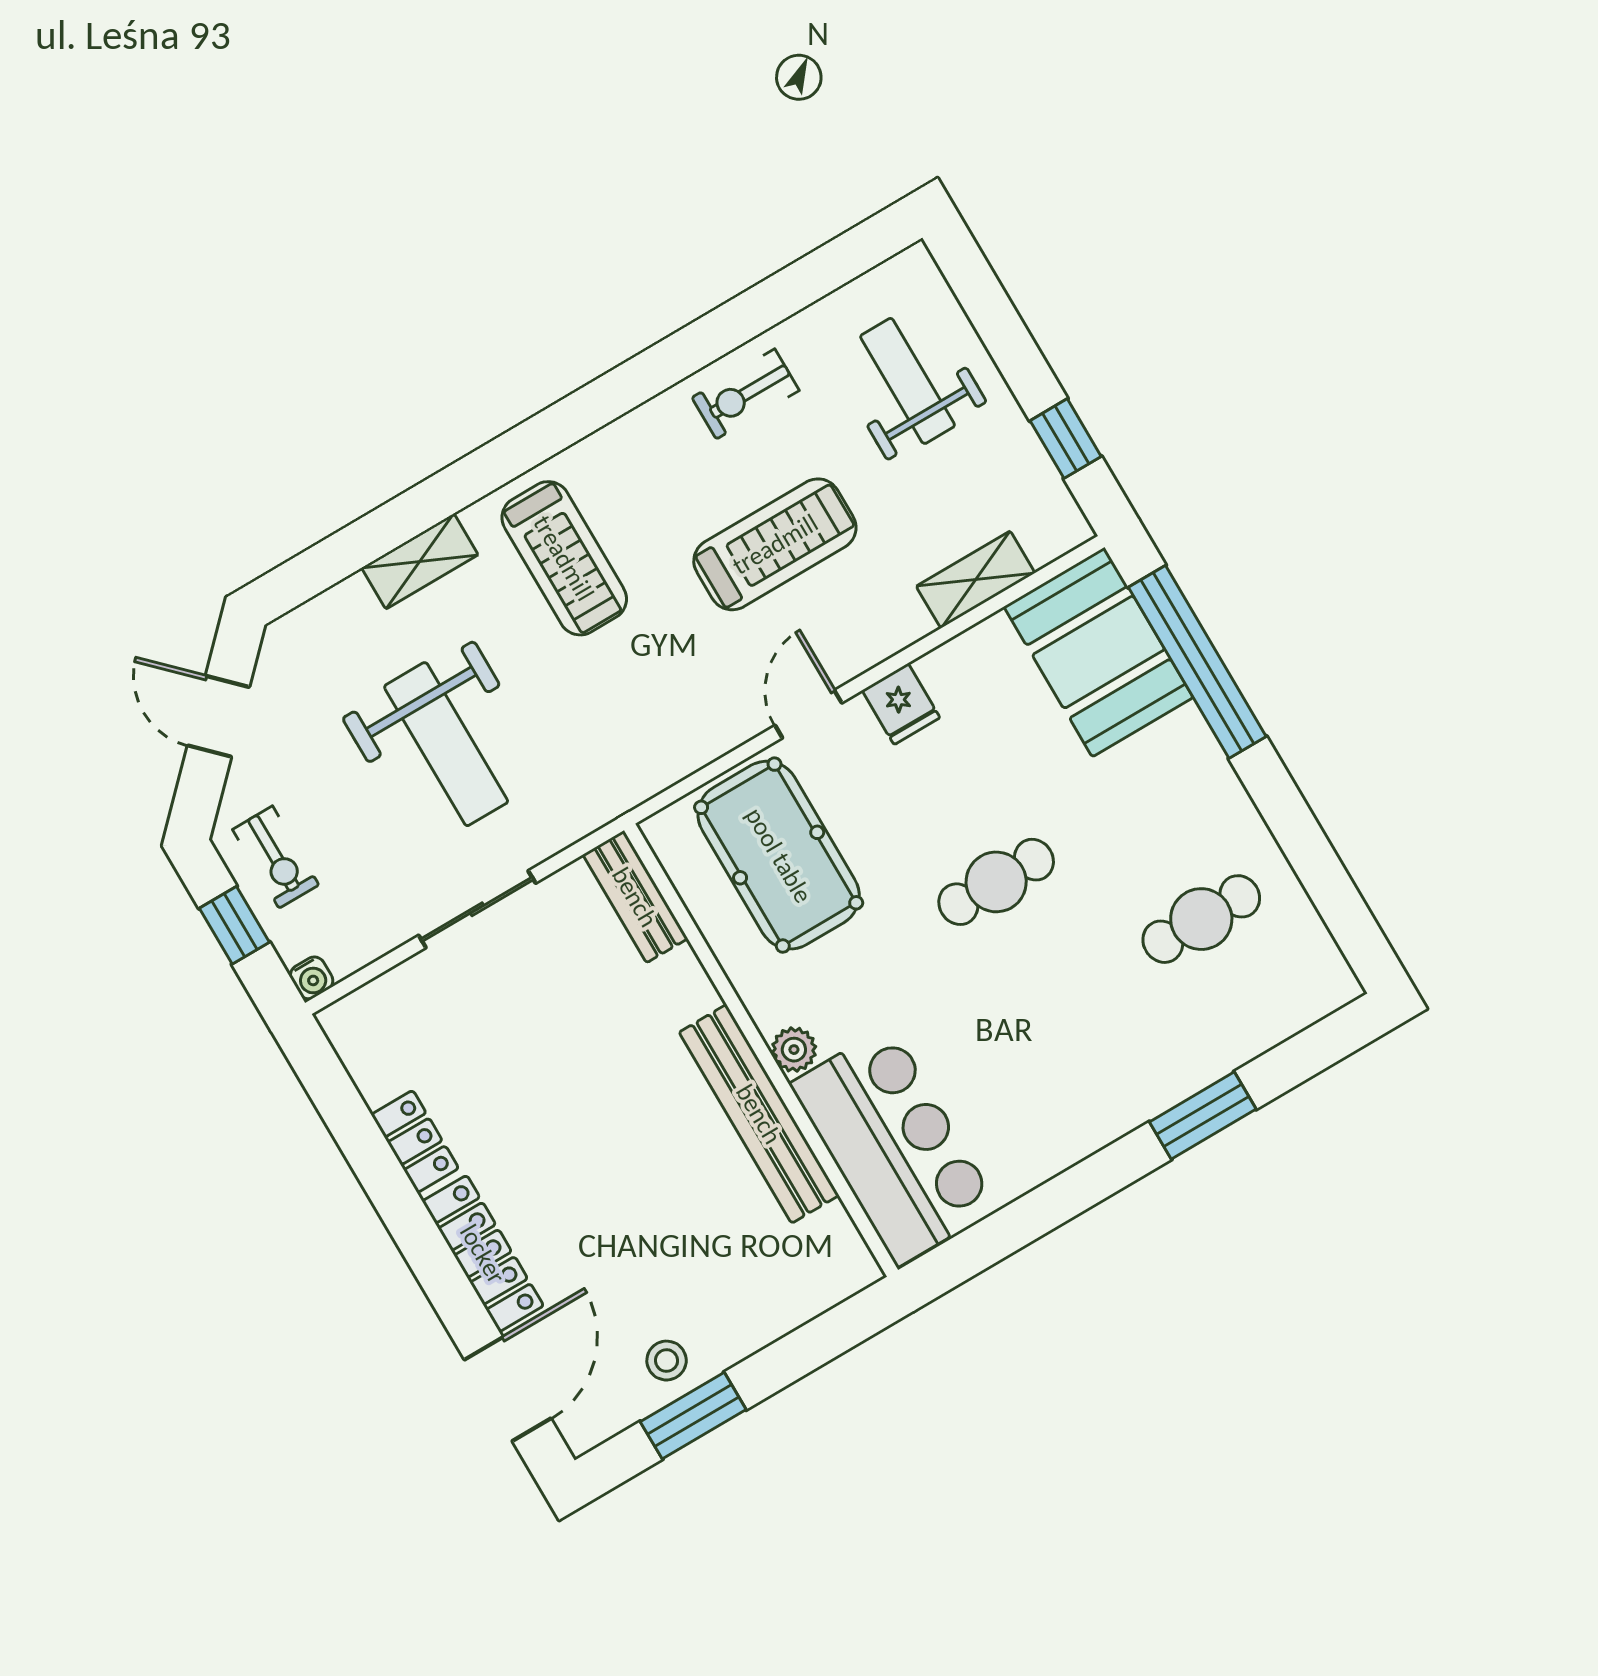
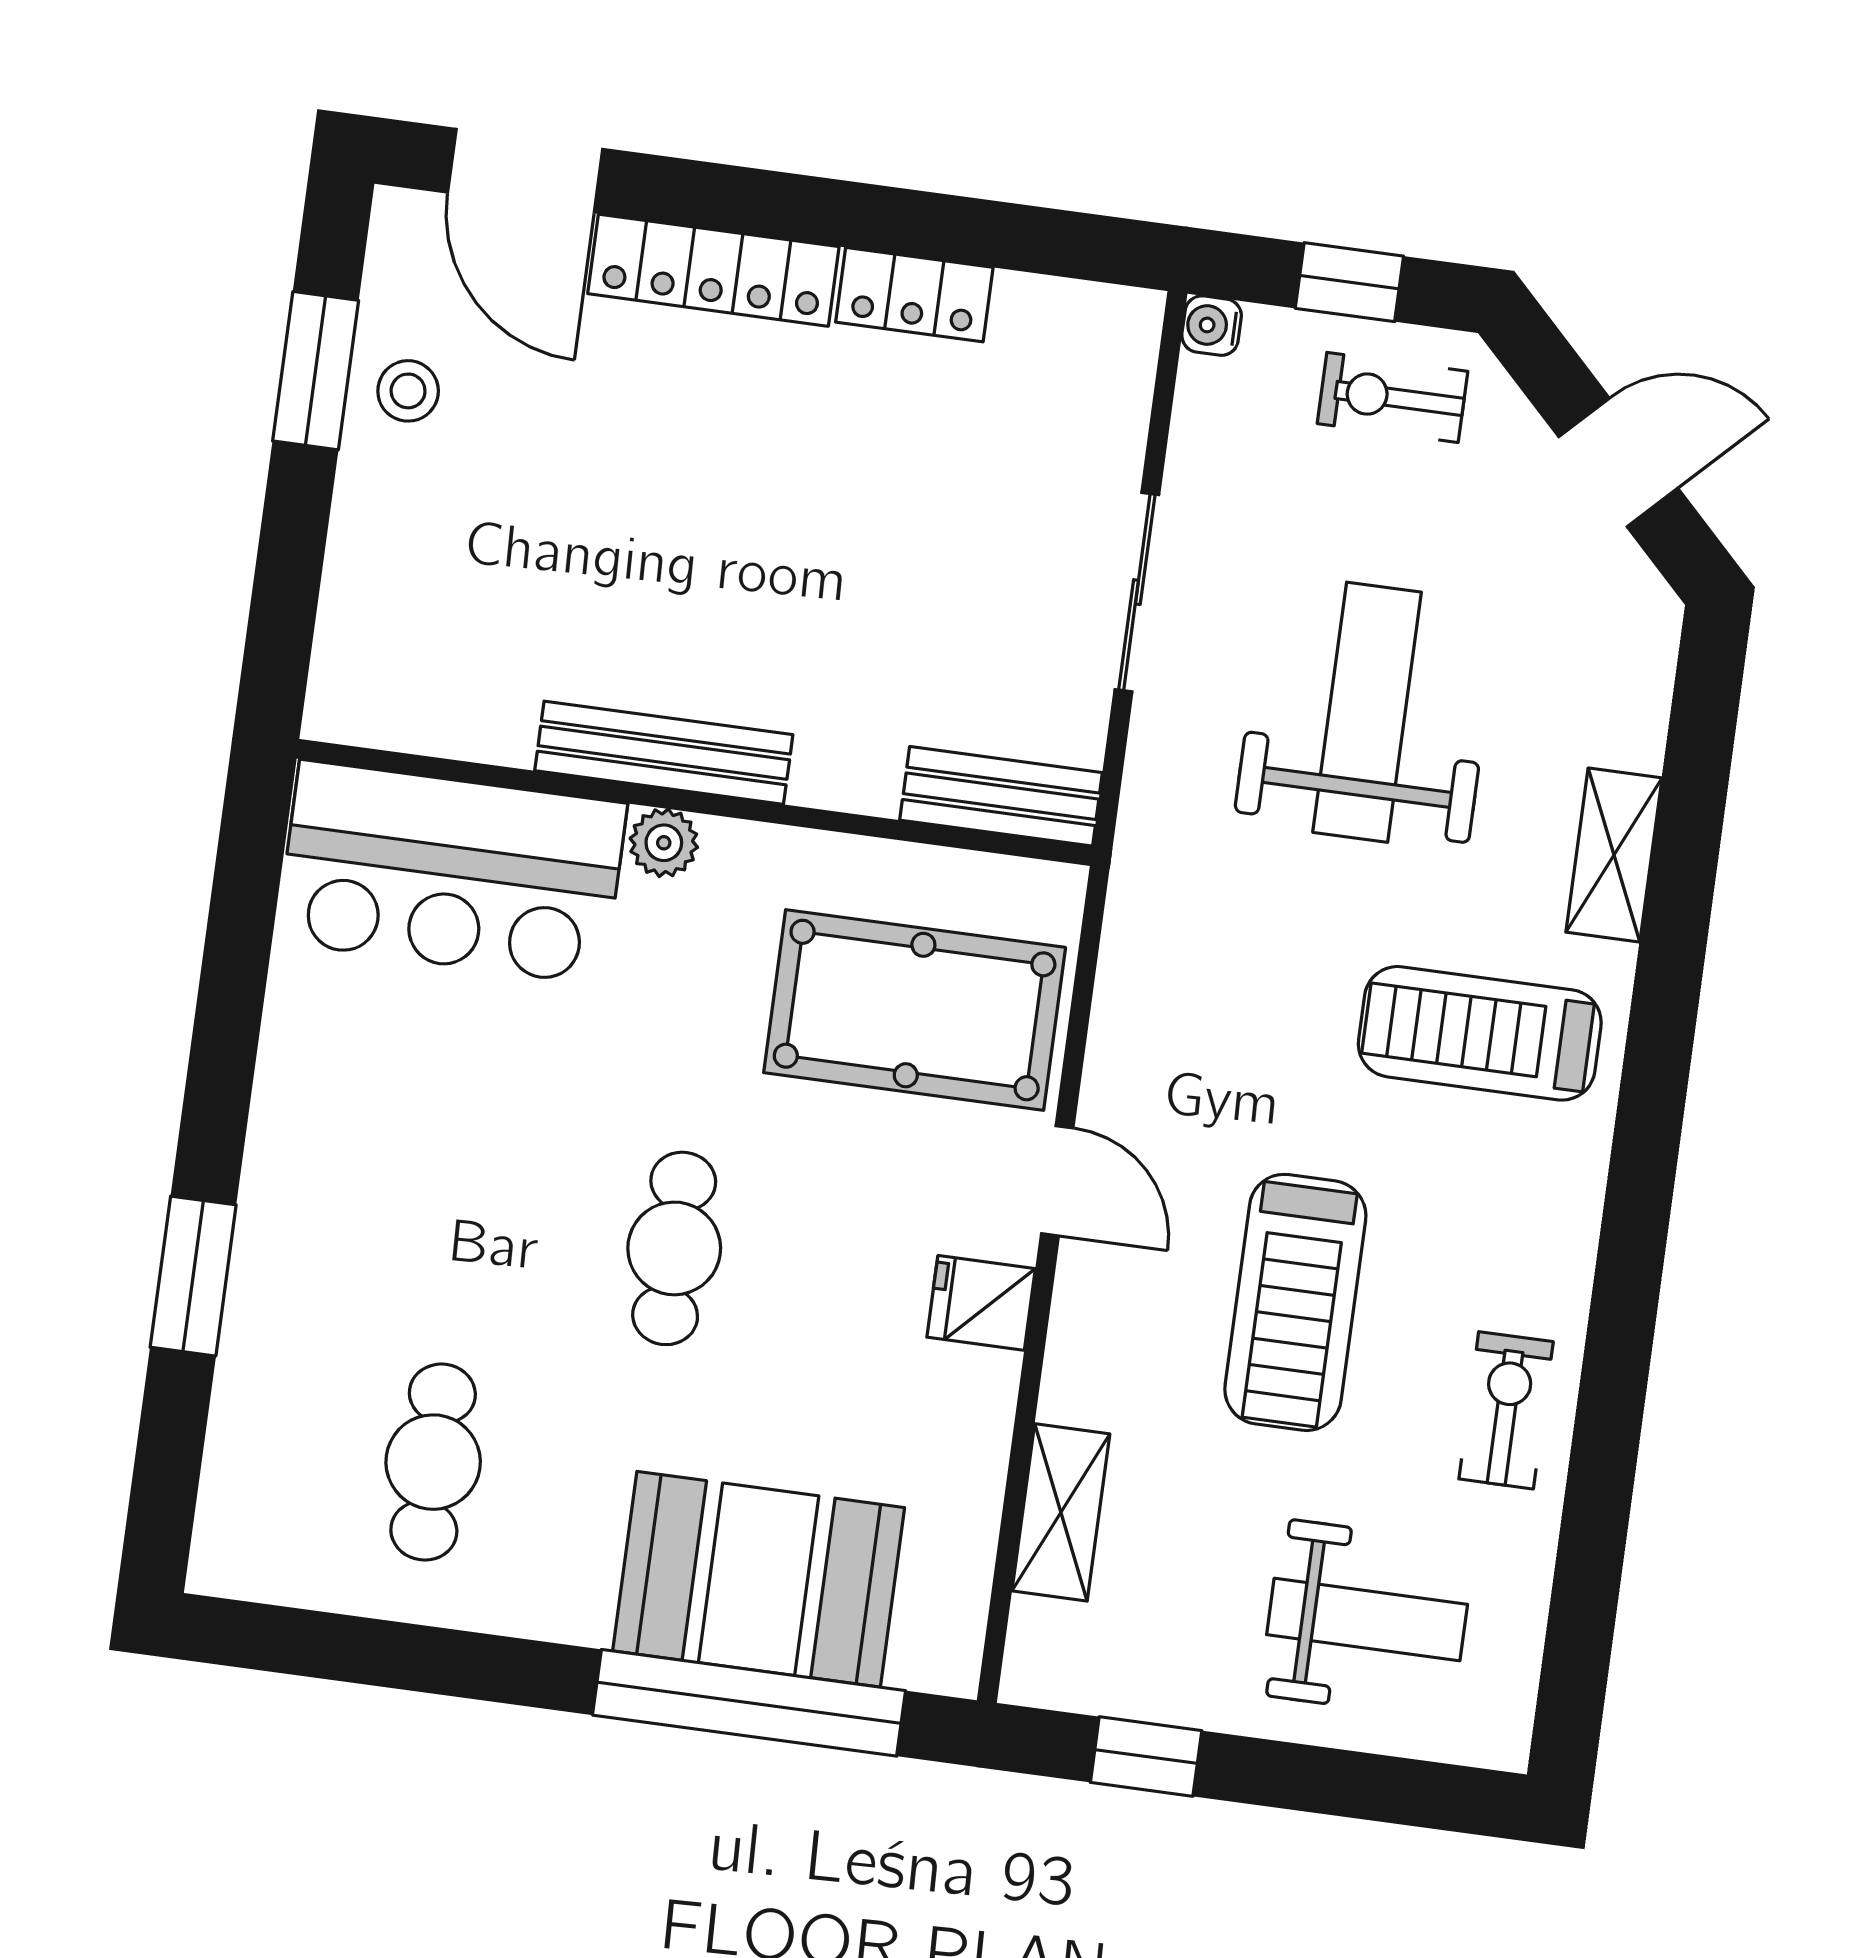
booth: (1099, 652) -> (759, 1579), moved
weight bench: (446, 744) -> (1367, 712), turned 90
bench: (759, 1114) -> (664, 753), width x0.73, depth x0.82

